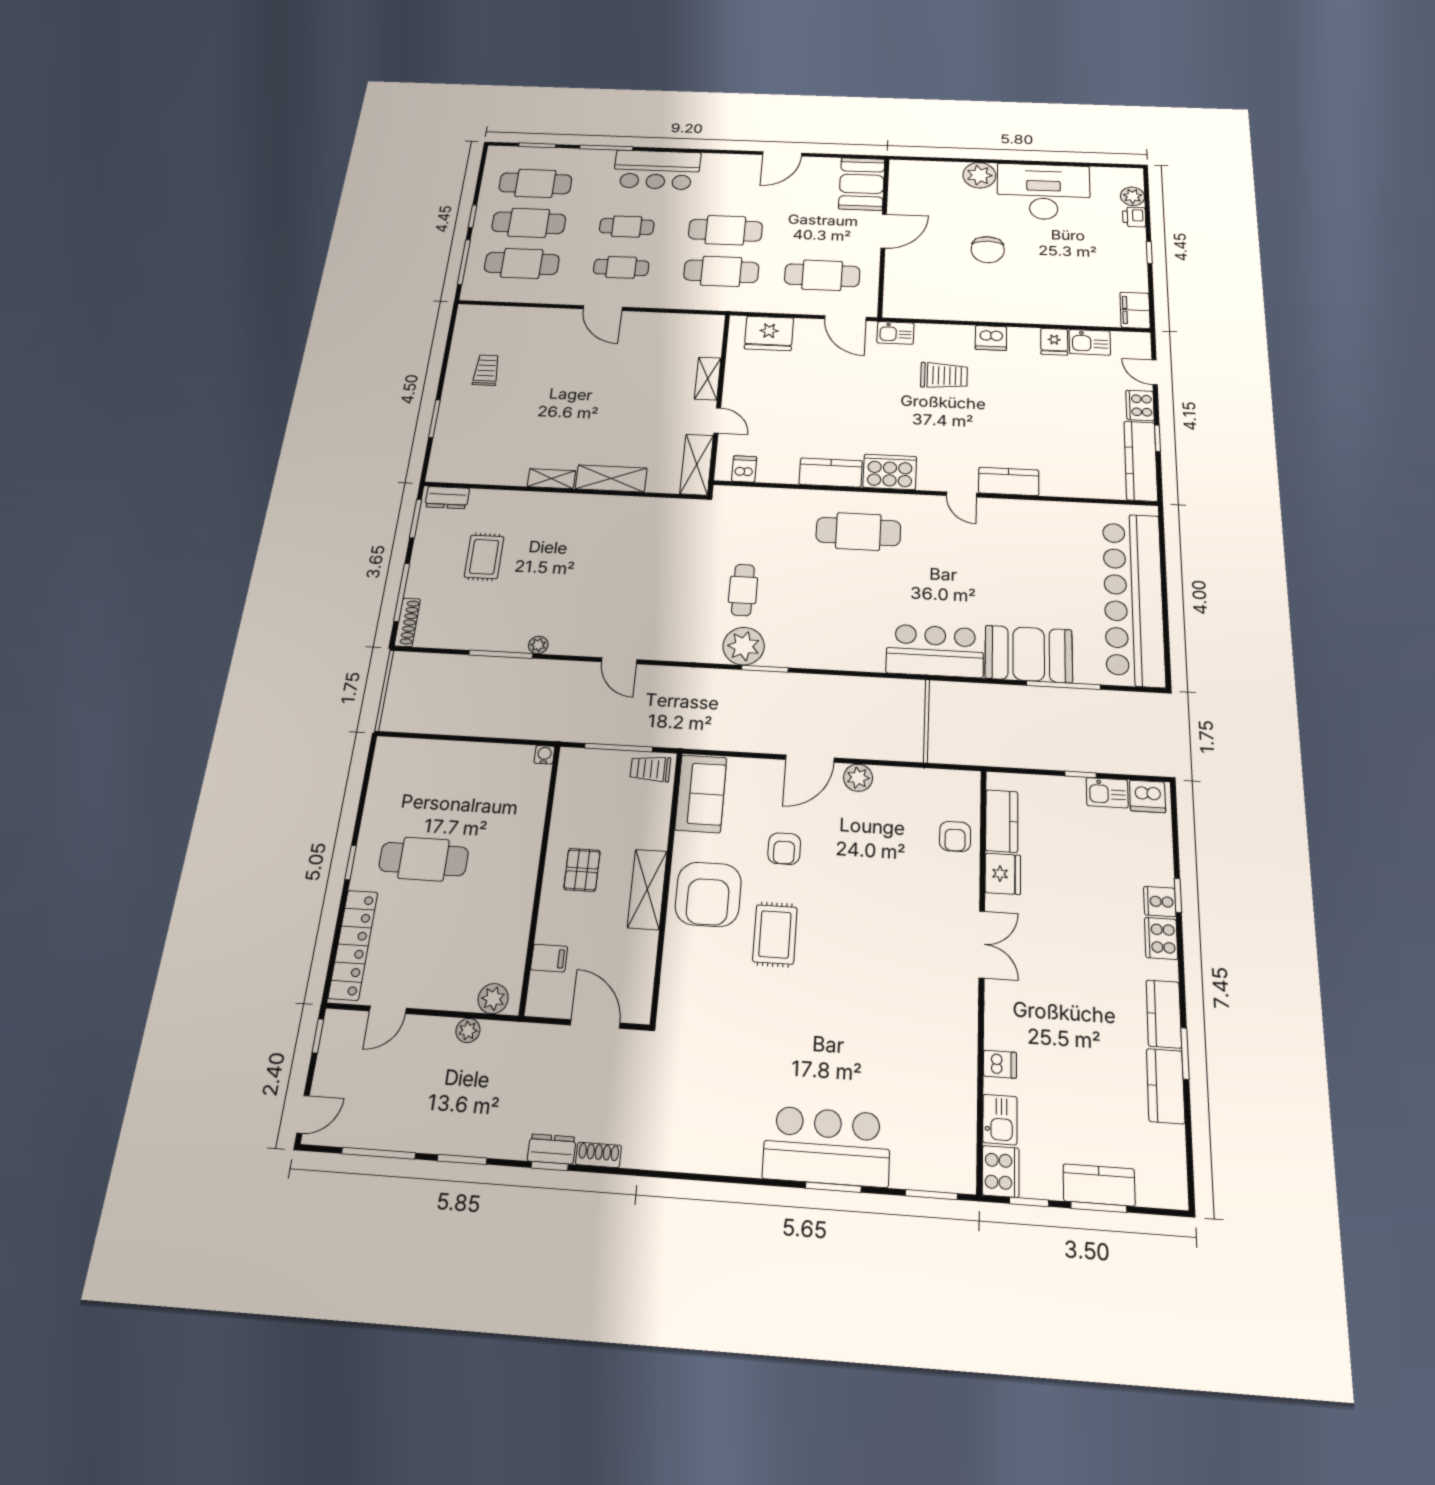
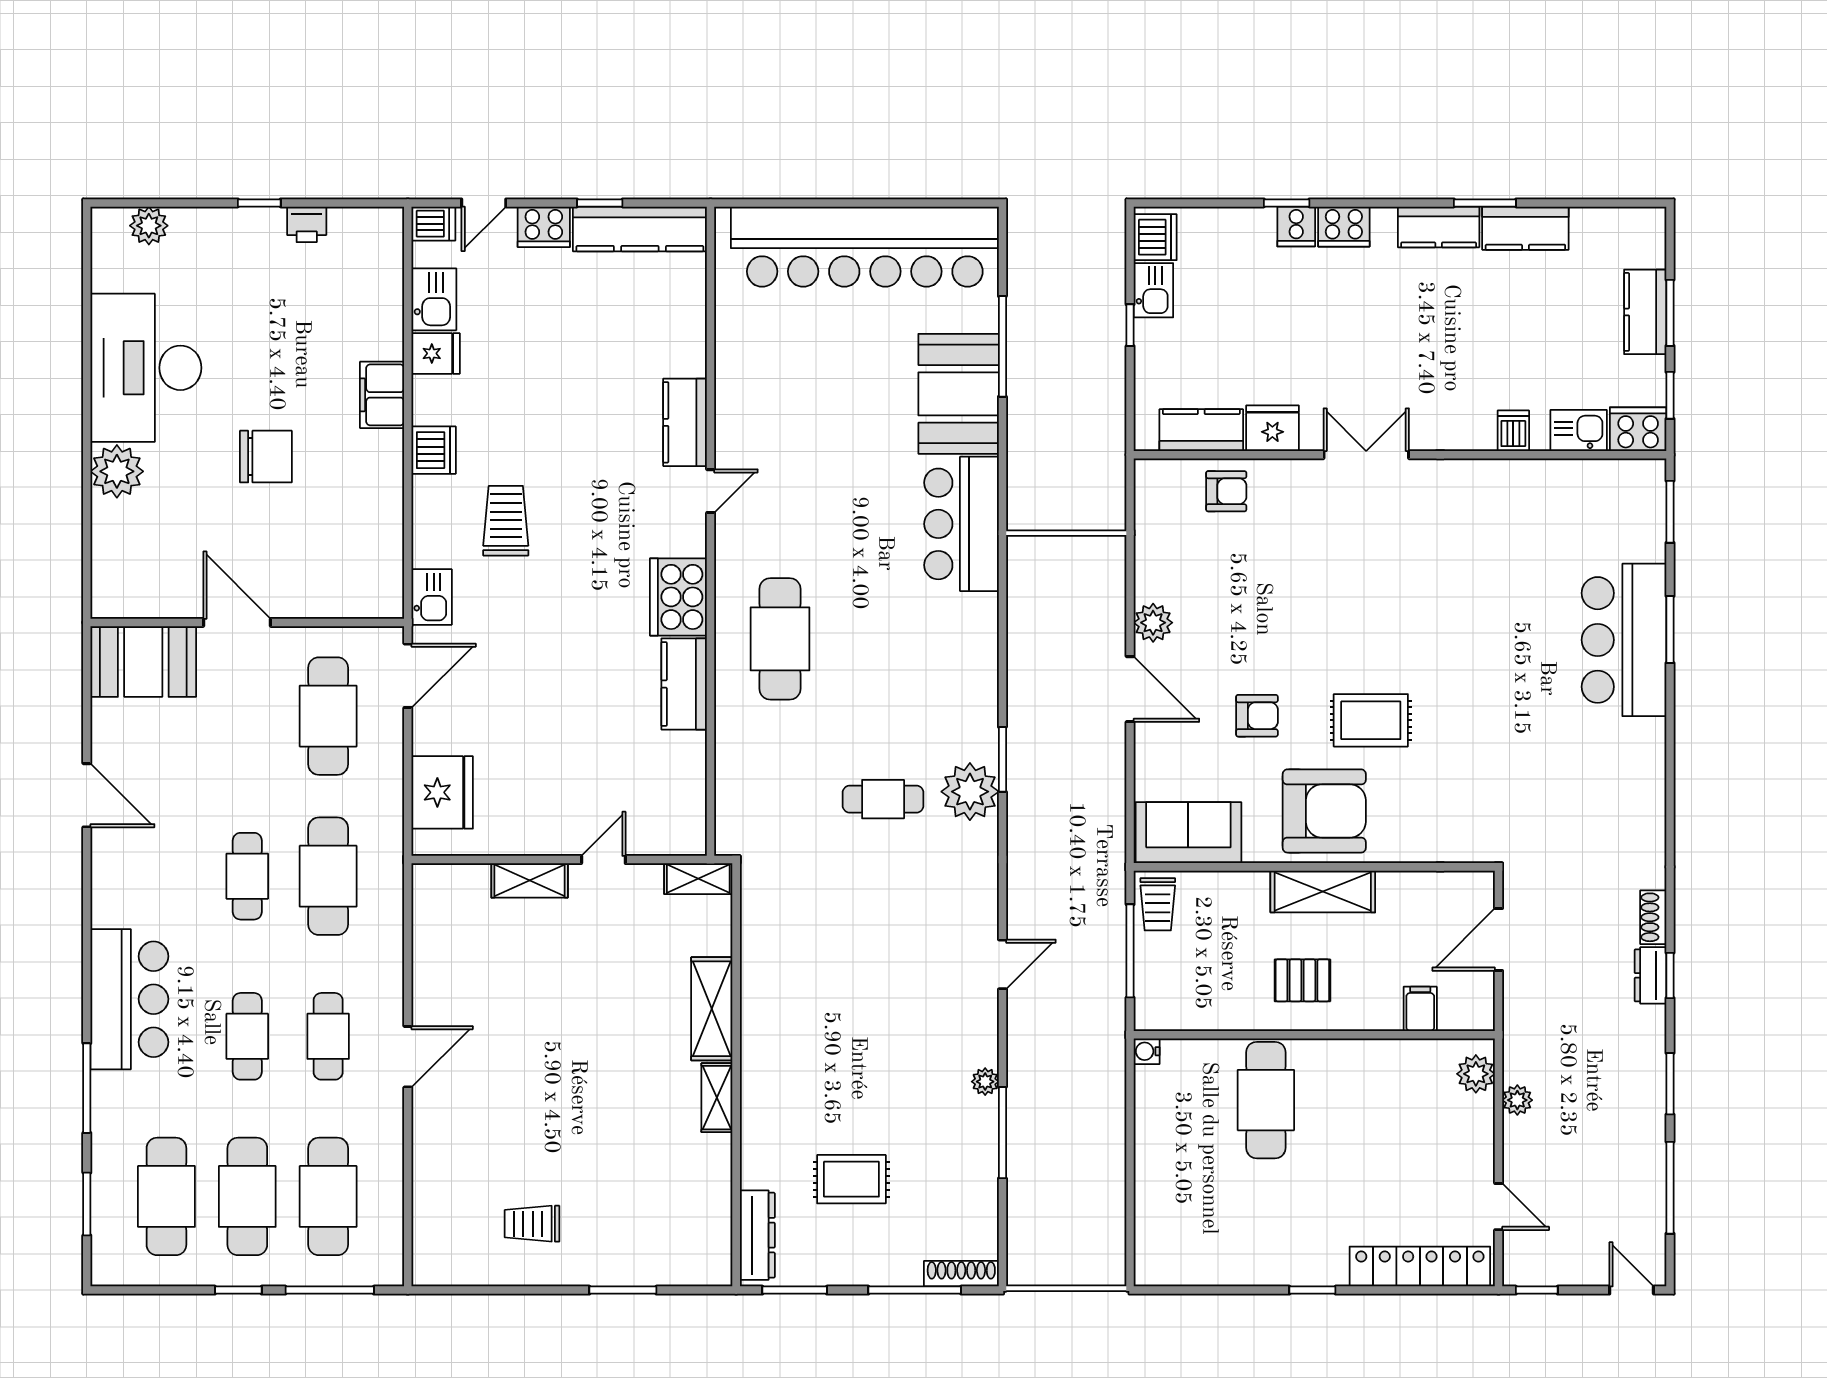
printer: (1134, 217) -> (307, 224), moved
cafe table: (725, 230) -> (247, 876), width x0.73, depth x0.74
filing cabinet: (1135, 310) -> (382, 395), moved, turned 90
shelving: (697, 464) -> (698, 879), width x0.67, depth x0.75
dishwasher: (744, 469) -> (433, 224), moved, turned 180
dresser: (447, 498) -> (757, 1235), width x1.44
cafe table: (424, 859) -> (1266, 1100), moved

